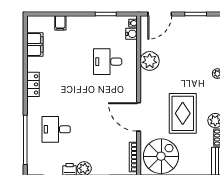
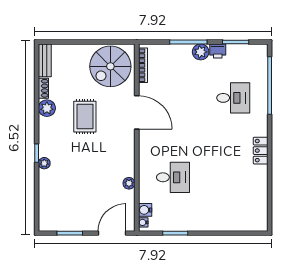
filing cabinet: (60, 23) -> (229, 223), removed
filing cabinet: (35, 45) -> (258, 197), removed
plant: (150, 61) -> (129, 183), width x0.53, depth x0.53
rug: (183, 113) -> (85, 117), width x0.73, depth x0.70

